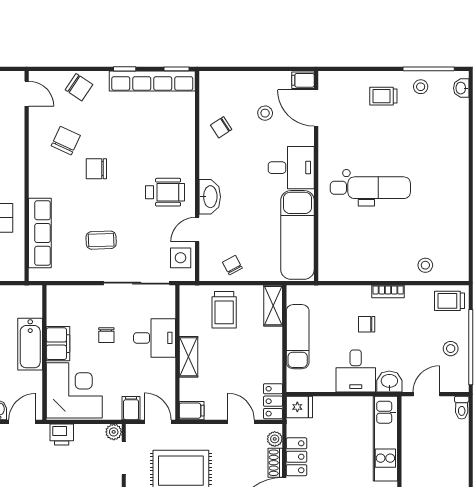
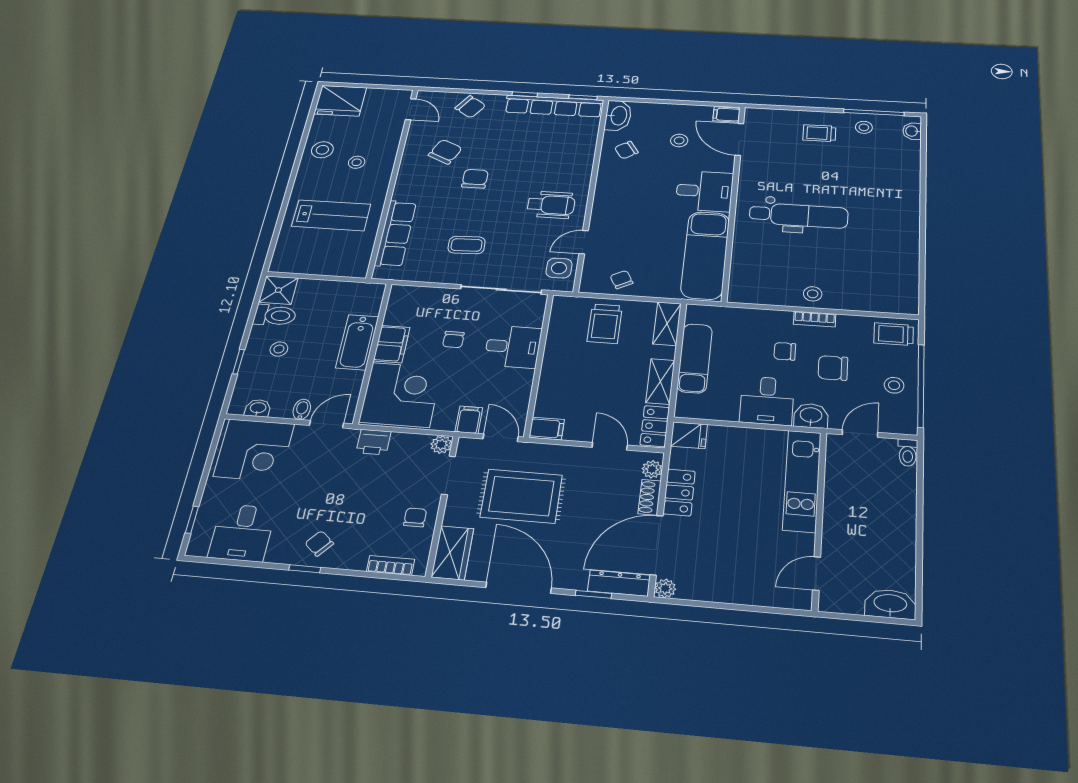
chair: (96, 169) -> (475, 179), turned 90
washbasin: (210, 197) -> (618, 116), moved
stool: (425, 265) -> (813, 294), moved
chair: (404, 337) -> (833, 368), added
shelving: (188, 357) -> (660, 381), moved

